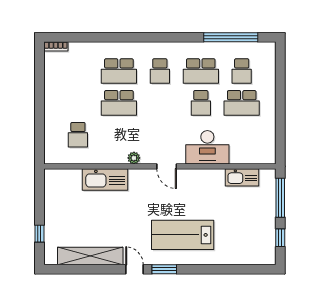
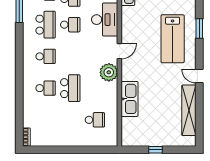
school desk: (119, 71) -> (46, 88), width x0.54
plant: (134, 158) -> (109, 72), width x1.87, depth x1.87
window: (39, 234) -> (156, 150), moved
door: (134, 269) -> (199, 76), hinge flipped
window: (164, 269) -> (199, 28), moved

